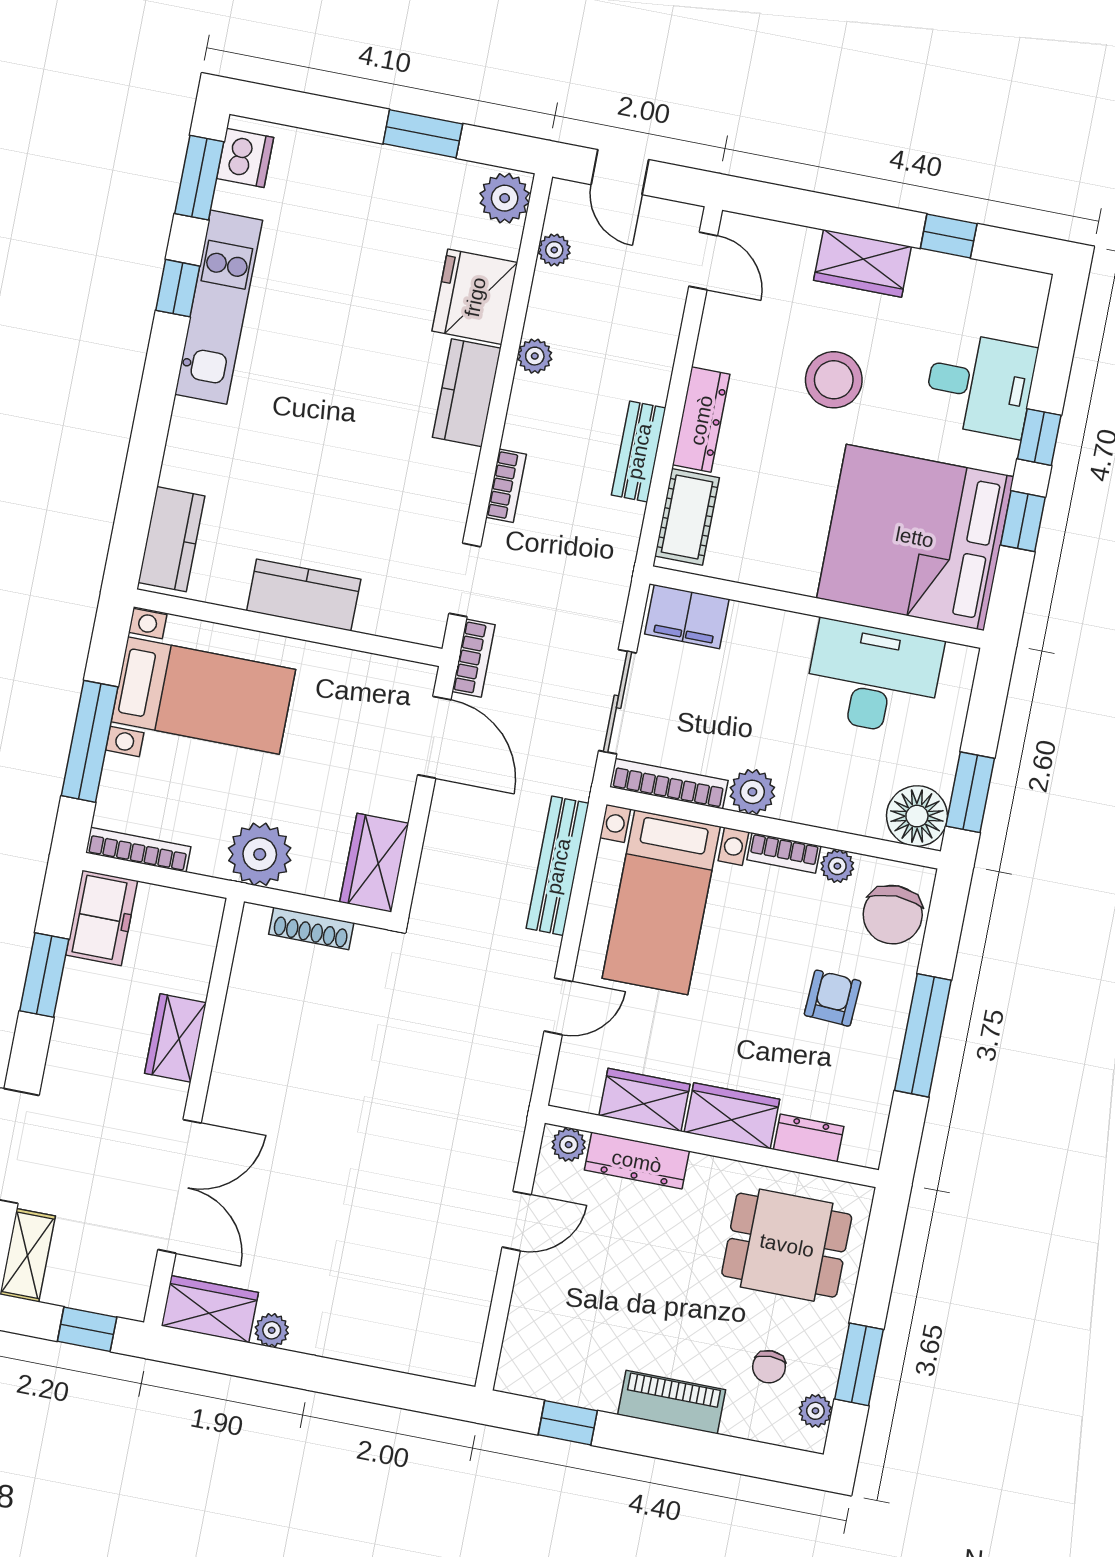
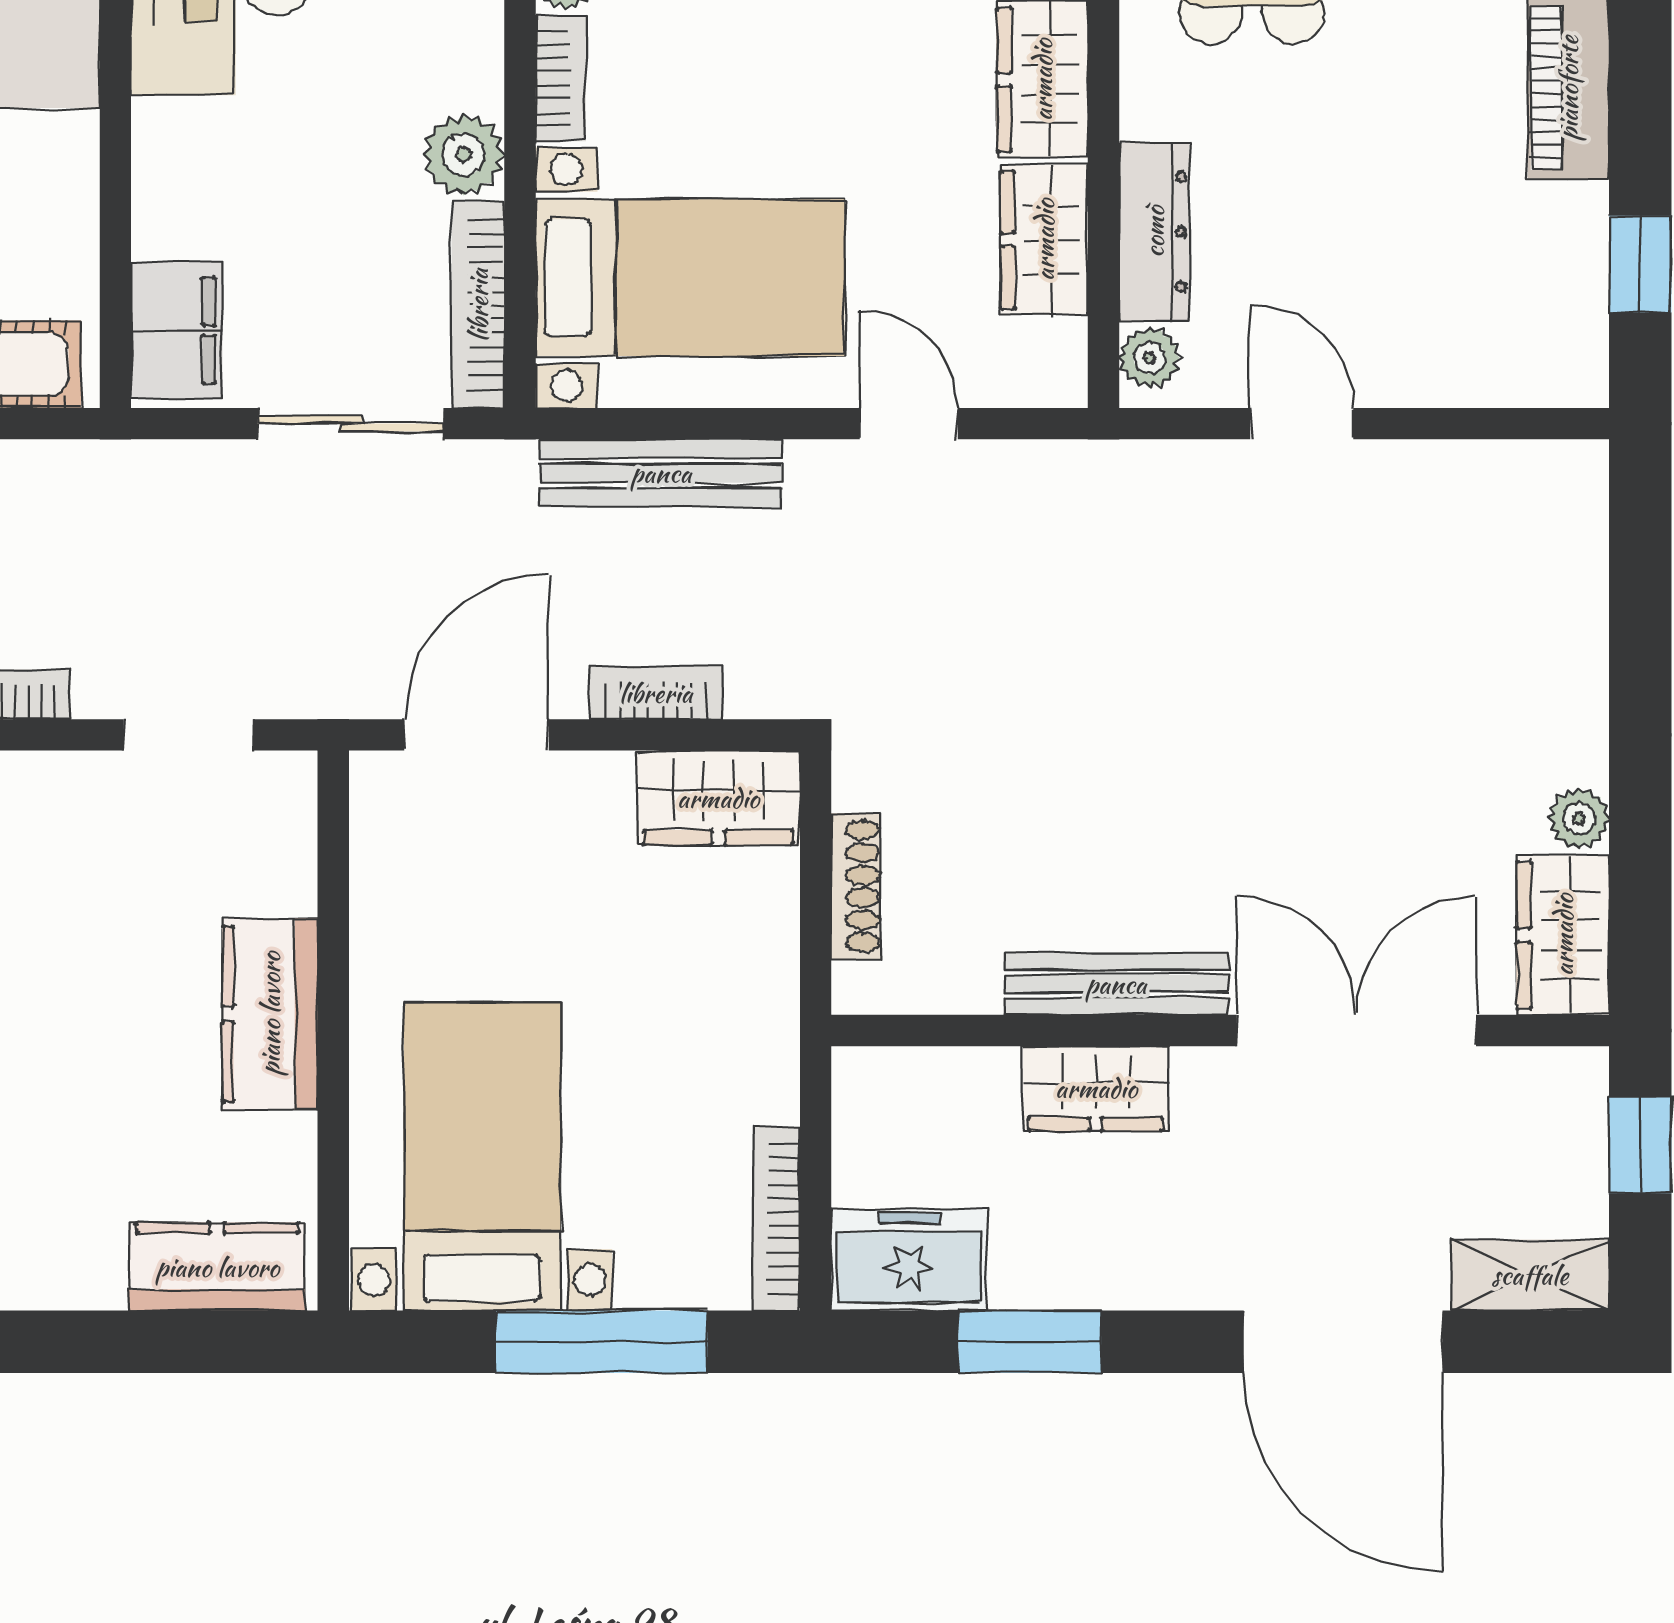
bookcase: (474, 658) -> (656, 693), moved
plant: (260, 854) -> (743, 1003), removed
bench: (231, 1060) -> (1116, 984), added

